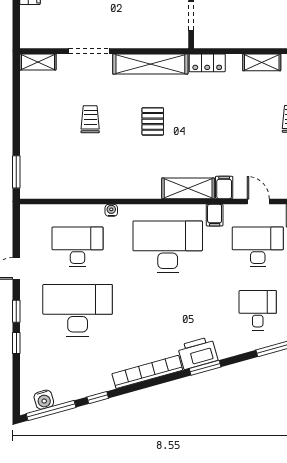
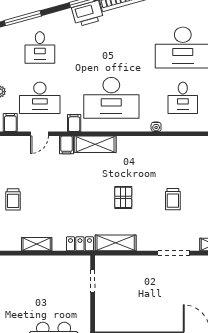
shelving: (150, 64) -> (116, 243), width x0.68
door: (258, 202) -> (39, 134), hinge flipped
desk: (78, 247) -> (183, 98), width x0.73

